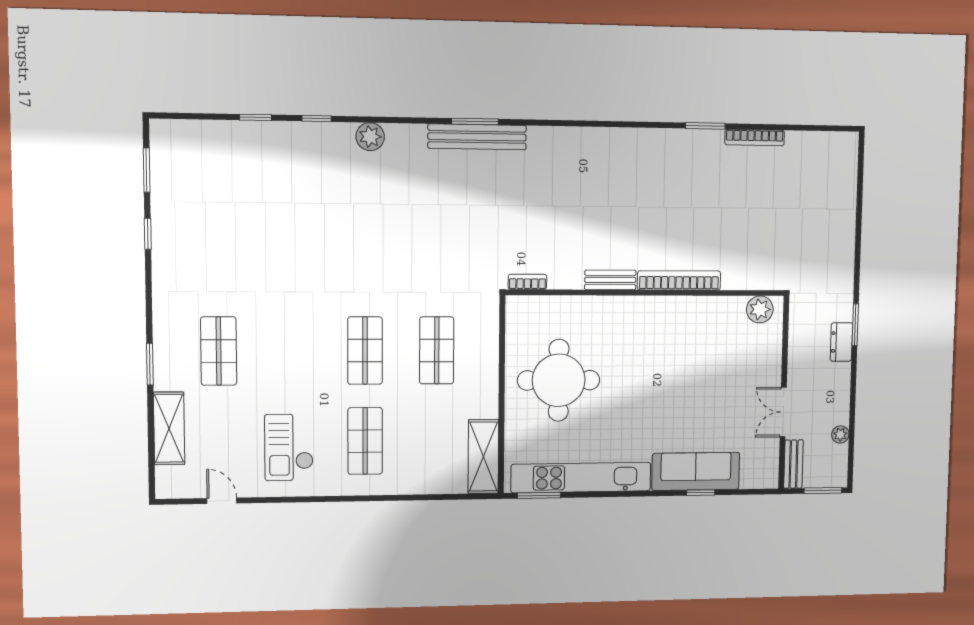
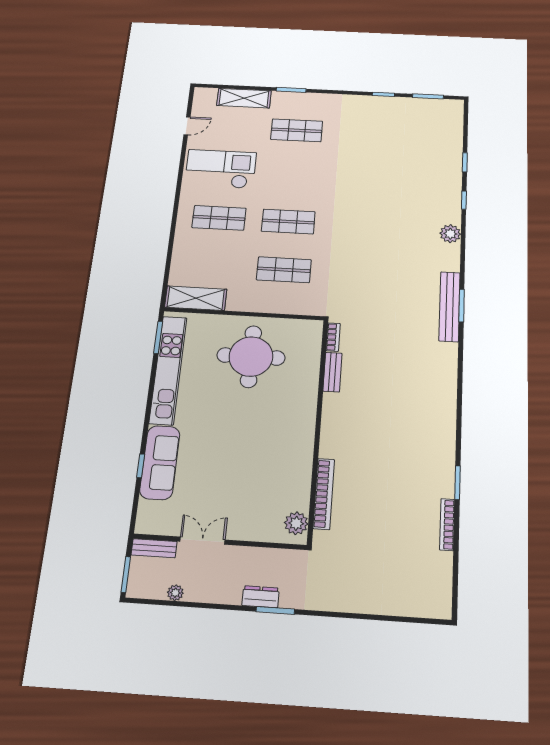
bench: (610, 280) -> (332, 372), moved
bookcase: (679, 280) -> (324, 494), moved
checkout: (289, 447) -> (221, 169), width x1.36, depth x1.21

